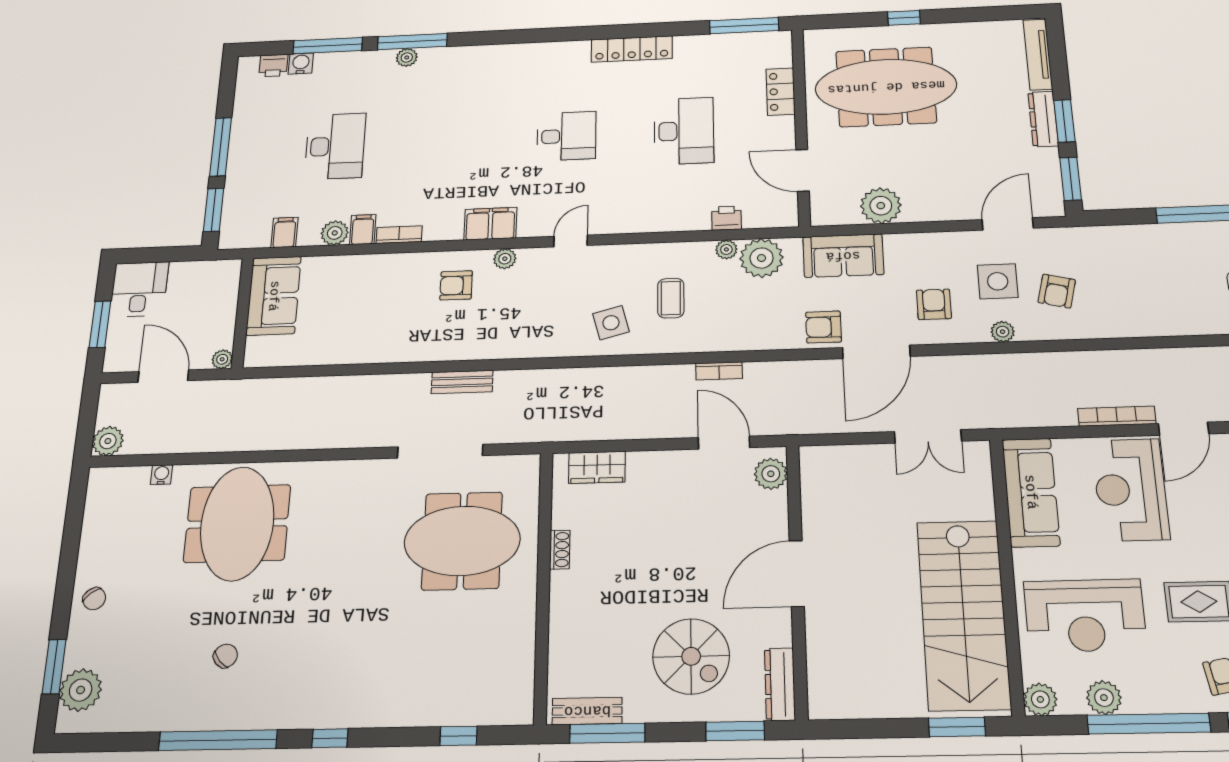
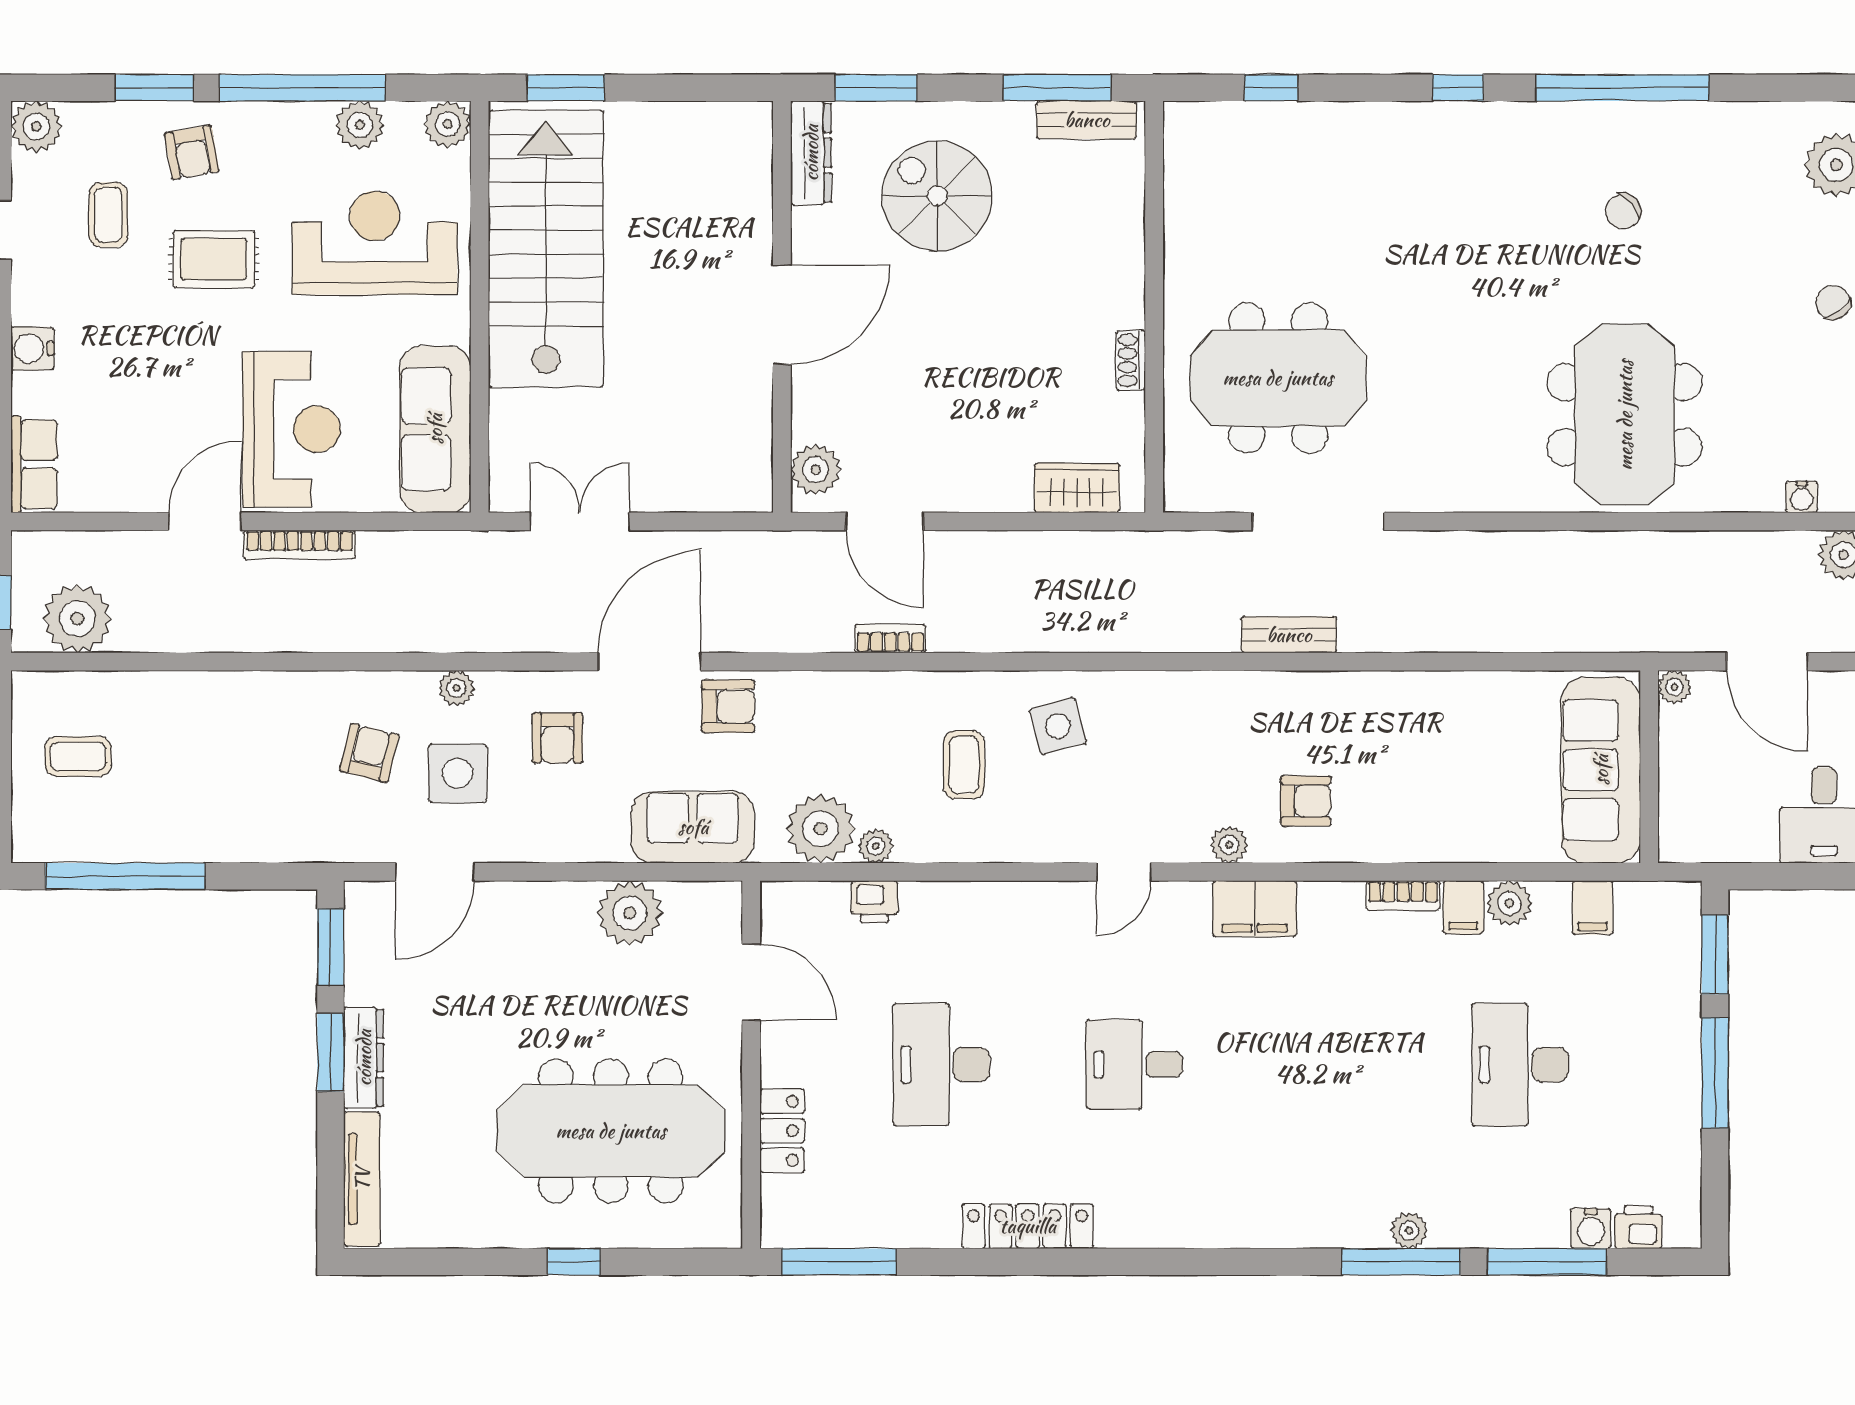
sofa: (274, 296) -> (1601, 770), width x1.36
water cooler: (161, 475) -> (1802, 497), moved

